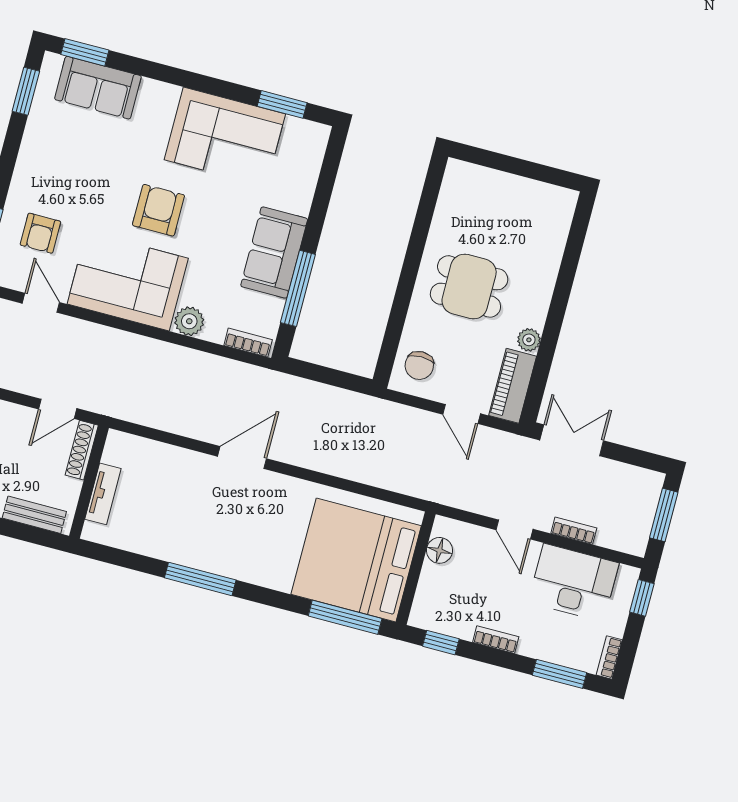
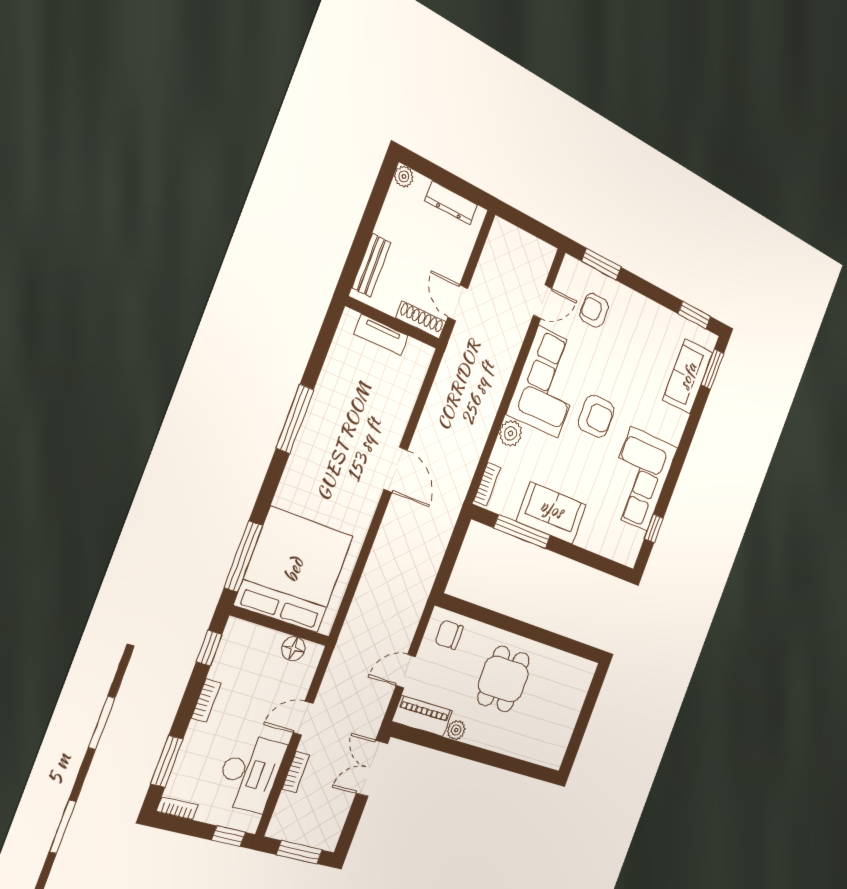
window: (282, 104) -> (654, 529), width x0.67
double door: (572, 440) -> (372, 768), swing flipped

